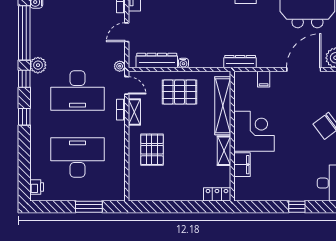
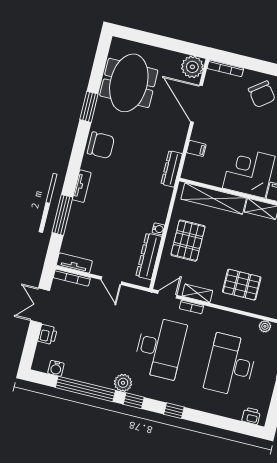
plant: (120, 66) -> (265, 326), moved

